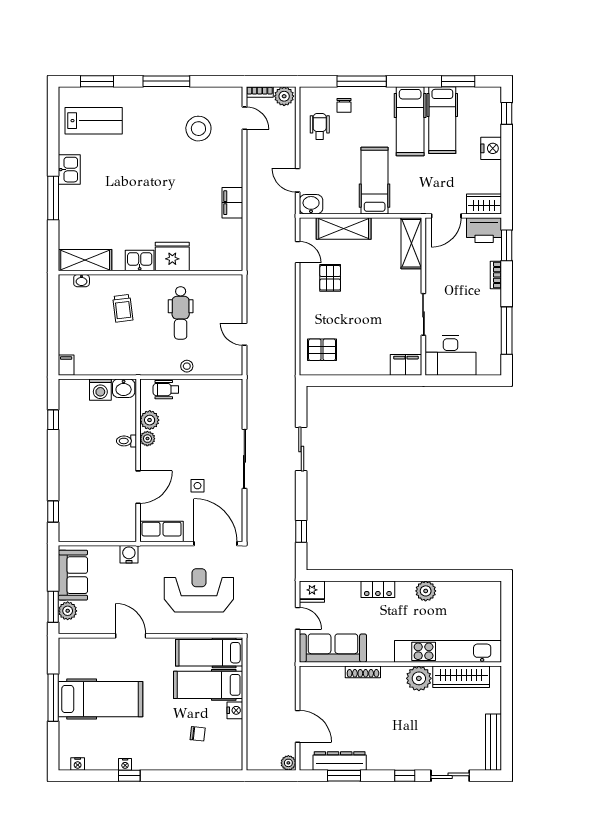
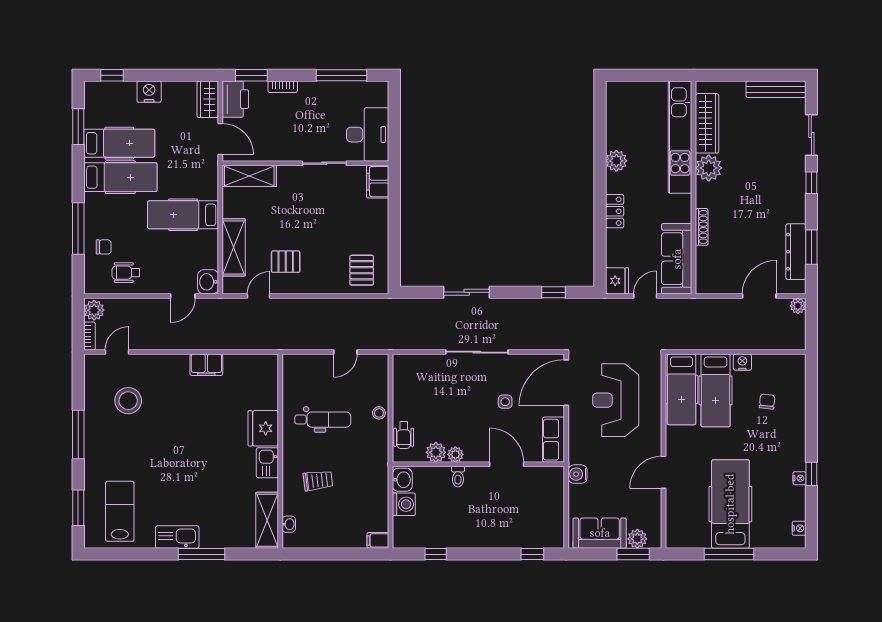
kitchen sink: (69, 170) -> (177, 537), width x1.38

